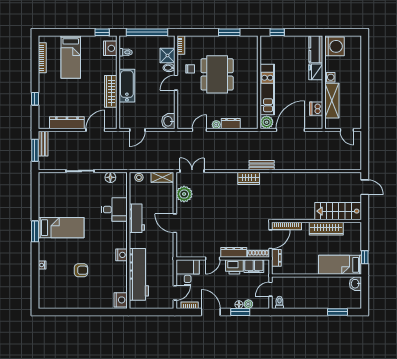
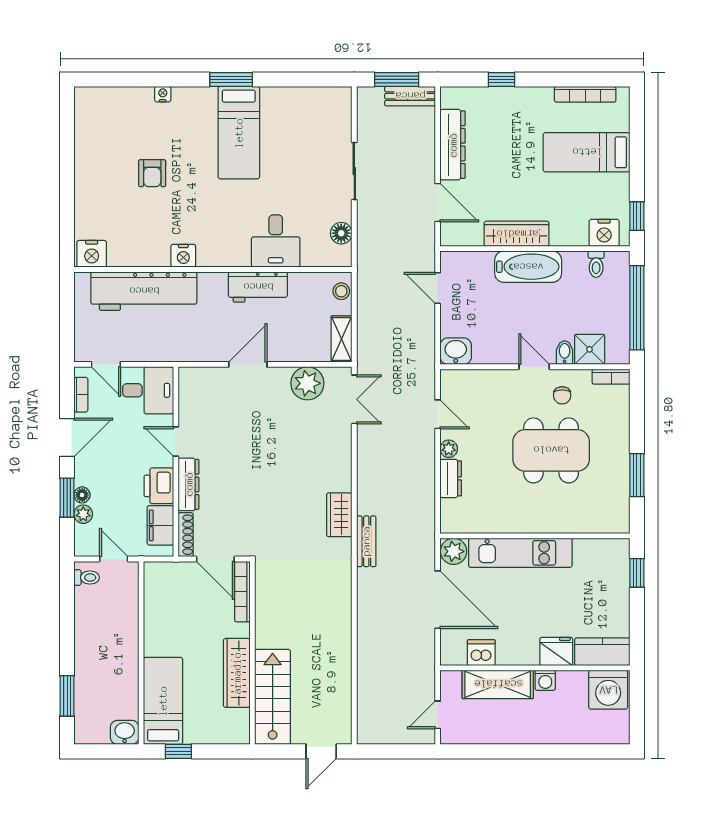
dresser: (276, 258) -> (177, 571), removed

